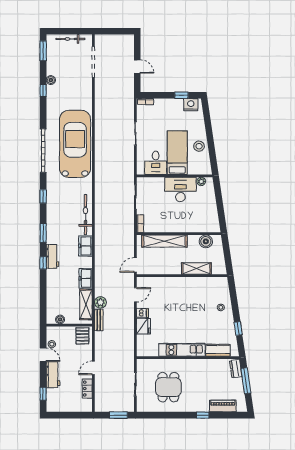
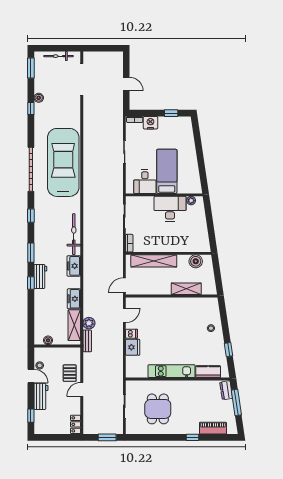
nightstand: (191, 105) -> (150, 123), moved
stool: (199, 146) -> (189, 165), removed
pallet: (82, 336) -> (70, 373), moved
locker: (87, 389) -> (76, 424), moved

